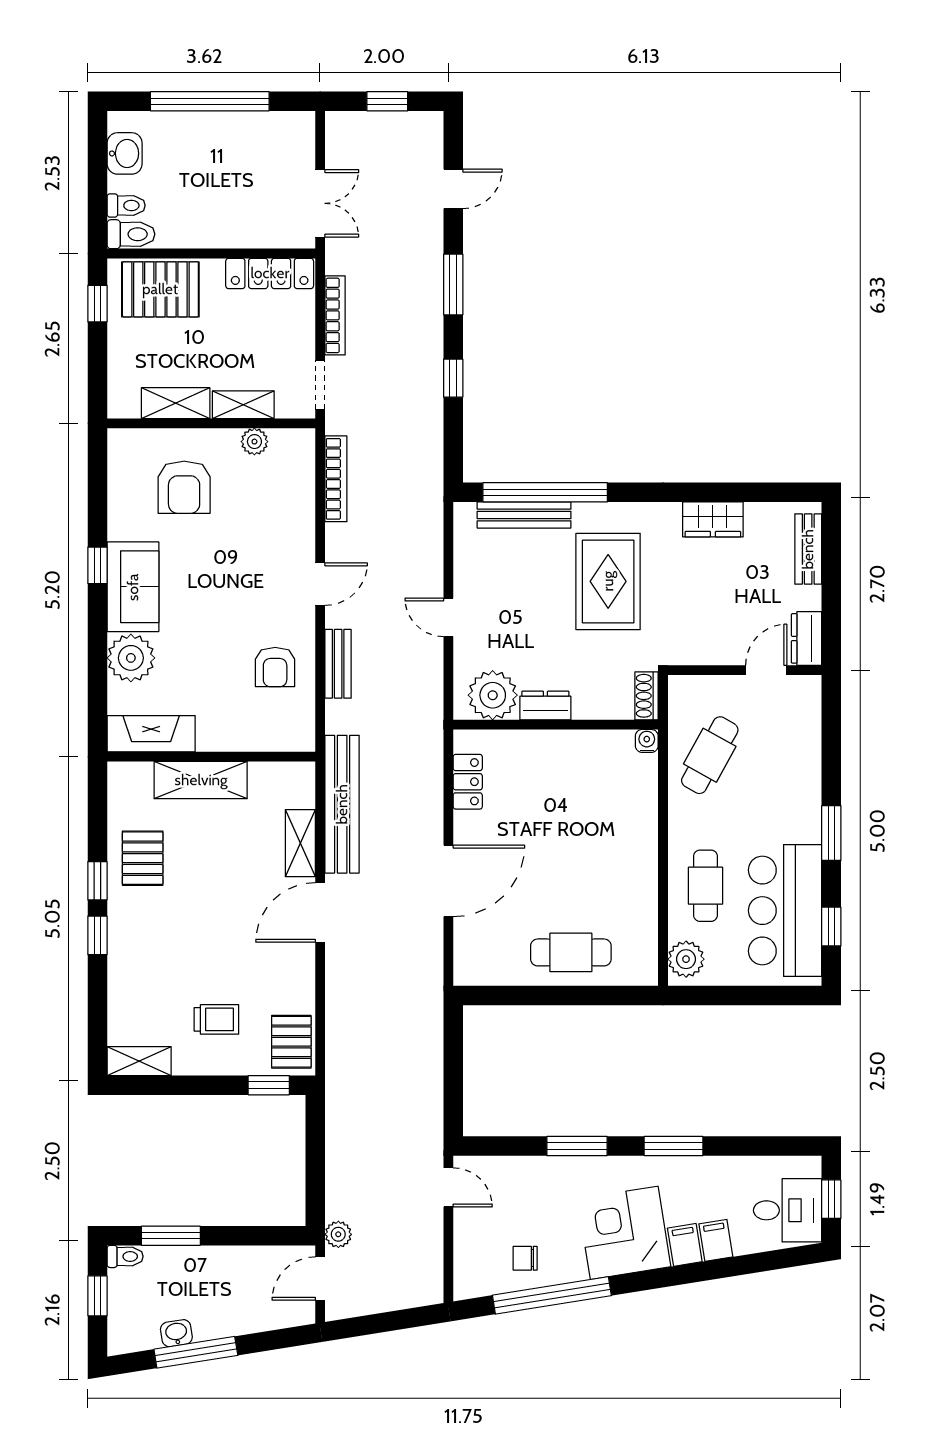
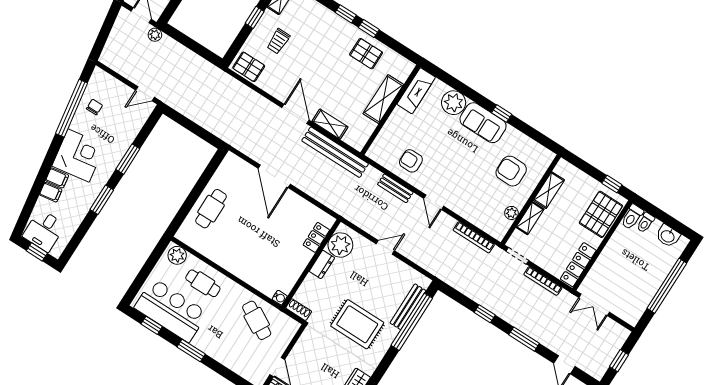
locker: (468, 782) -> (316, 237), moved, turned 90
window: (269, 1085) -> (255, 17), moved

